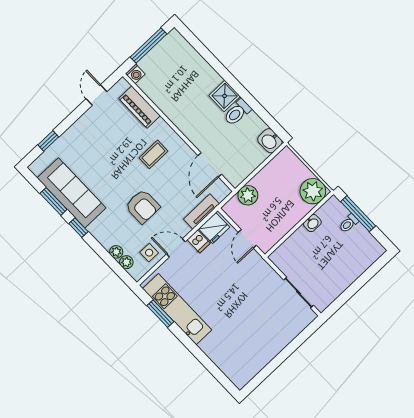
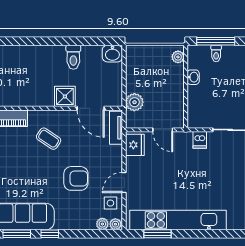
shower: (225, 96) -> (65, 96), moved
coffee table: (154, 154) -> (49, 139), turned -56
plant: (313, 191) -> (178, 57), width x0.53, depth x0.53
tv unit: (201, 212) -> (116, 128), moved
dishwasher: (199, 241) -> (200, 140), moved, turned 90
plant: (116, 252) -> (115, 224), moved
kitchen unit: (177, 309) -> (178, 220), width x1.36

